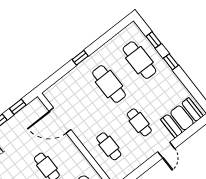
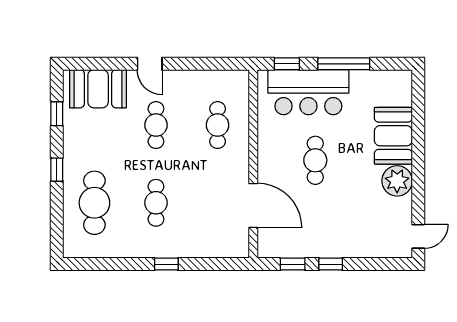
window: (154, 40) -> (57, 114), moved
cafe table: (109, 84) -> (156, 203), width x0.73, depth x0.74
door: (166, 150) -> (150, 64), swing flipped

